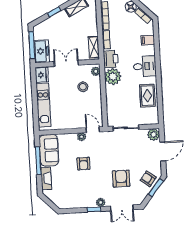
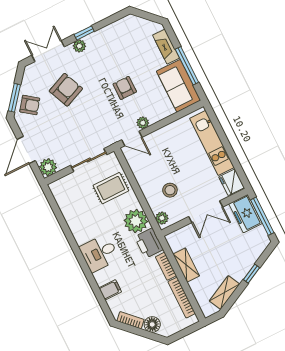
shelving: (94, 47) -> (186, 265), moved
rug: (147, 96) -> (111, 188), moved, turned 90
armchair: (121, 179) -> (66, 90), turned -113

